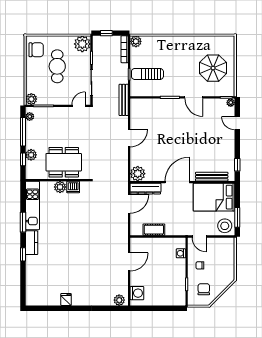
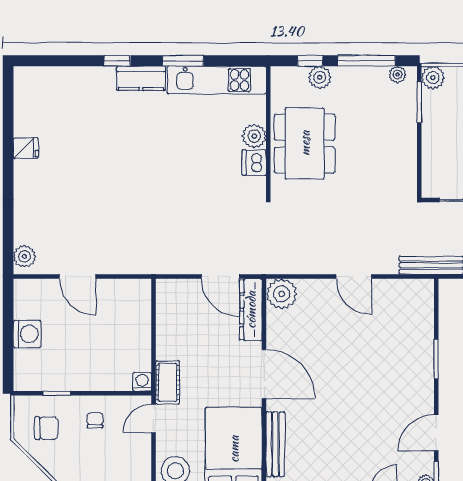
door: (194, 97) -> (436, 433), moved
door: (79, 106) -> (419, 174), removed
cot: (154, 230) -> (168, 382), moved
washing machine: (181, 253) -> (142, 382), moved
door: (129, 262) -> (78, 276), moved
washing machine: (137, 293) -> (27, 334), moved, turned -90

